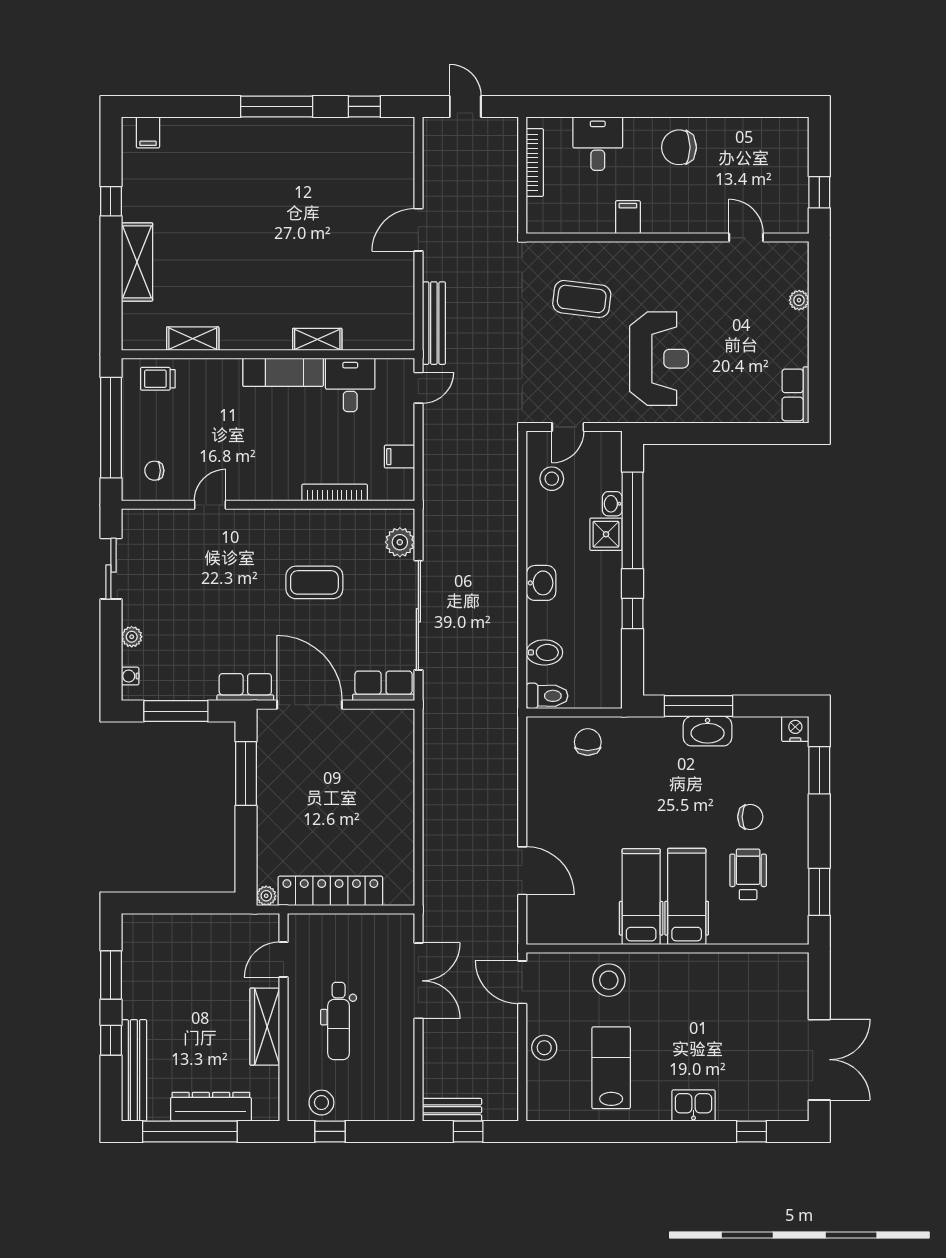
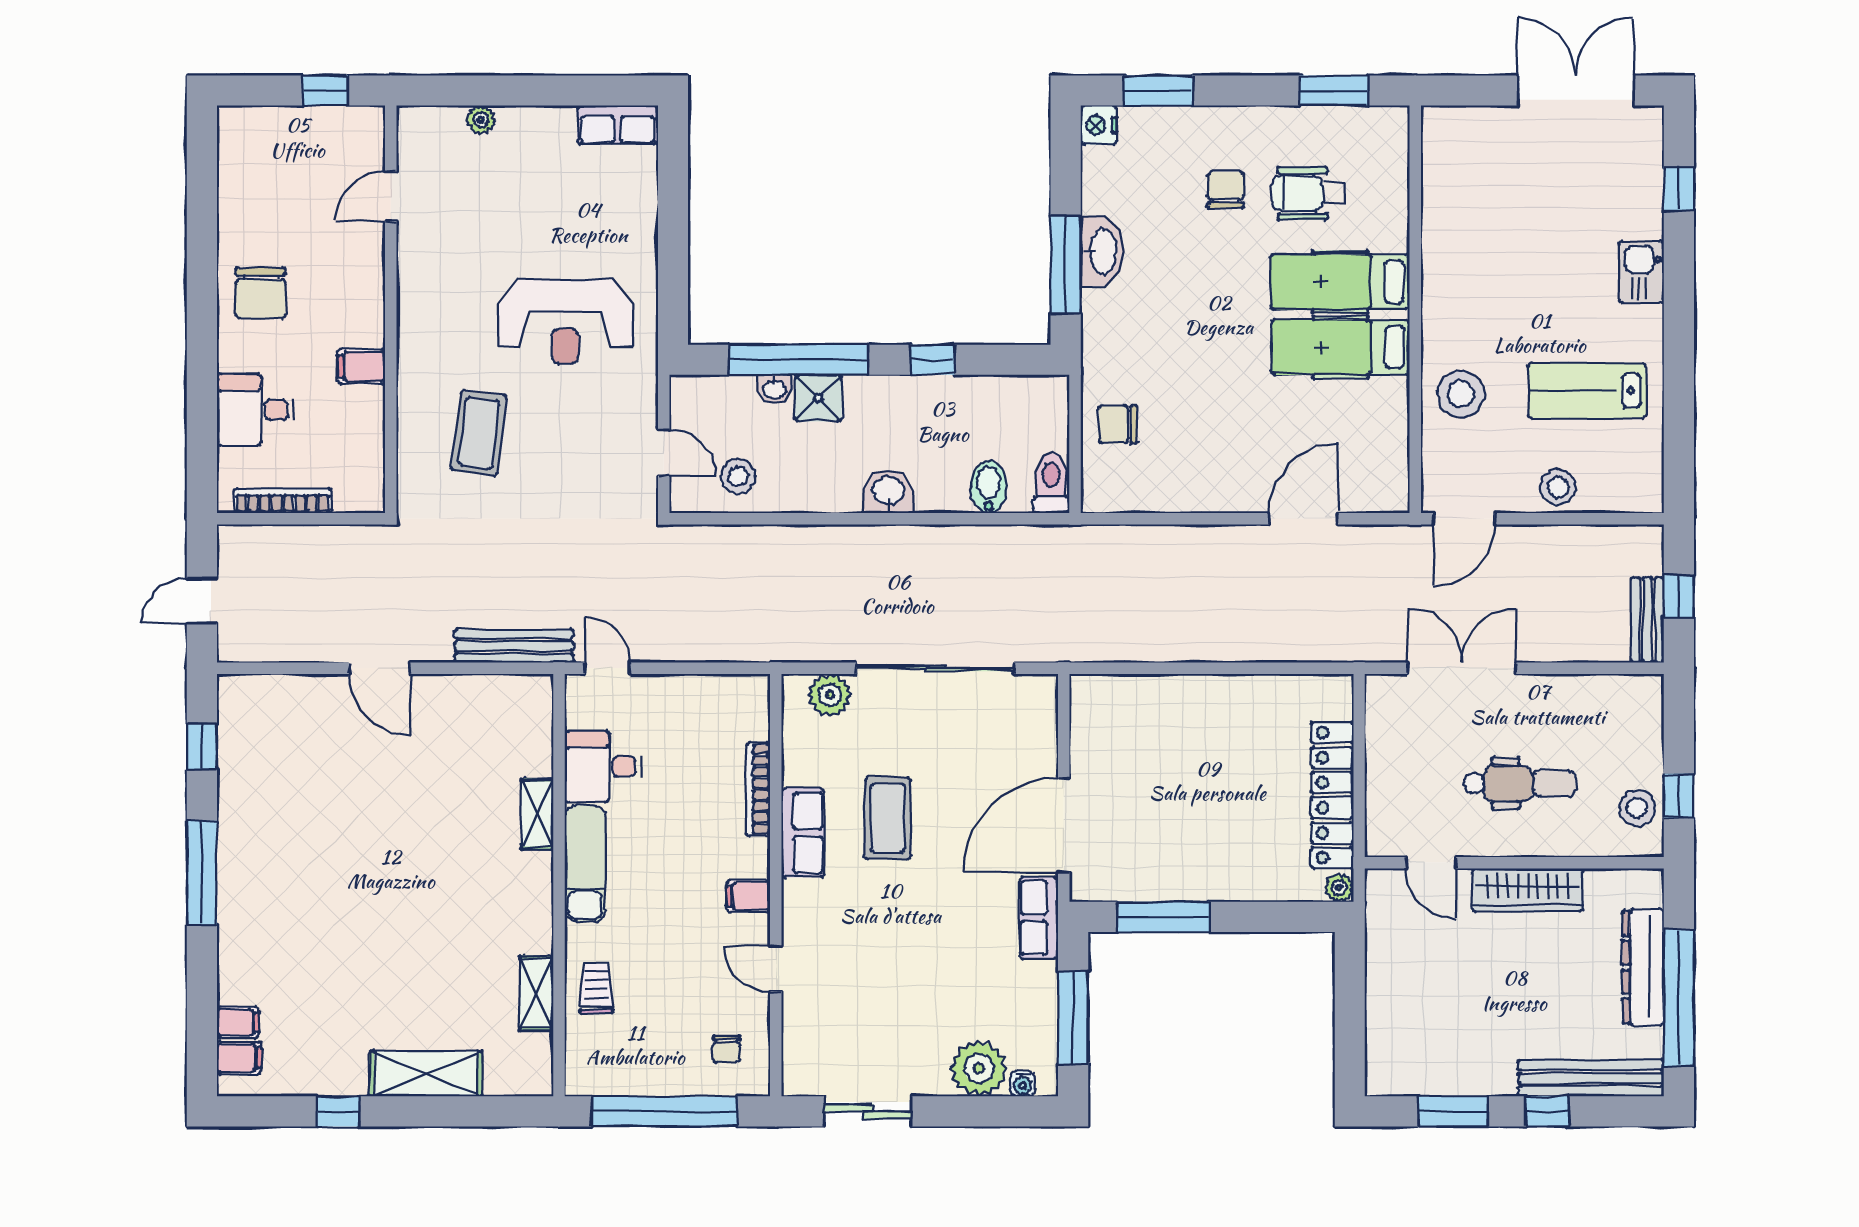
filing cabinet: (173, 132) -> (238, 1022), added
reception desk: (659, 359) -> (565, 322), turned 180
trolley: (158, 379) -> (596, 988), moved, turned 180
filing cabinet: (399, 457) -> (748, 896), moved, turned 90
plant: (132, 637) -> (979, 1068), width x1.88, depth x1.88
row of seats: (384, 686) -> (803, 833), moved, turned 180

